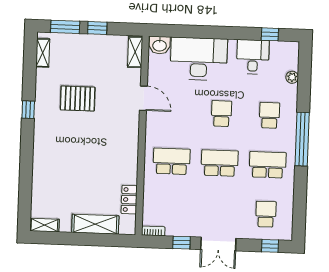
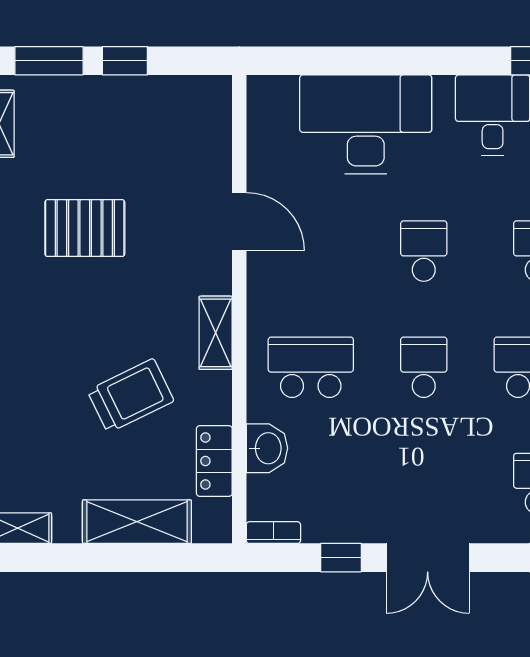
washbasin: (160, 45) -> (267, 448), moved, turned -90
shelving: (135, 52) -> (216, 333), moved
school desk: (220, 163) -> (424, 367), width x0.54
trolley: (95, 171) -> (131, 396), added

